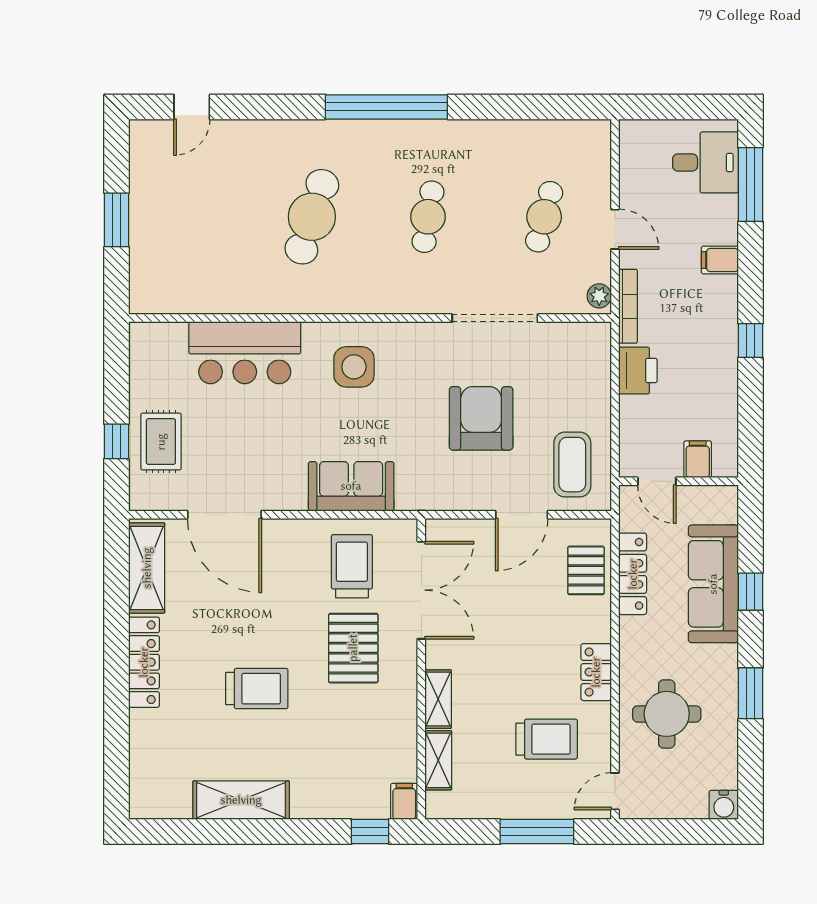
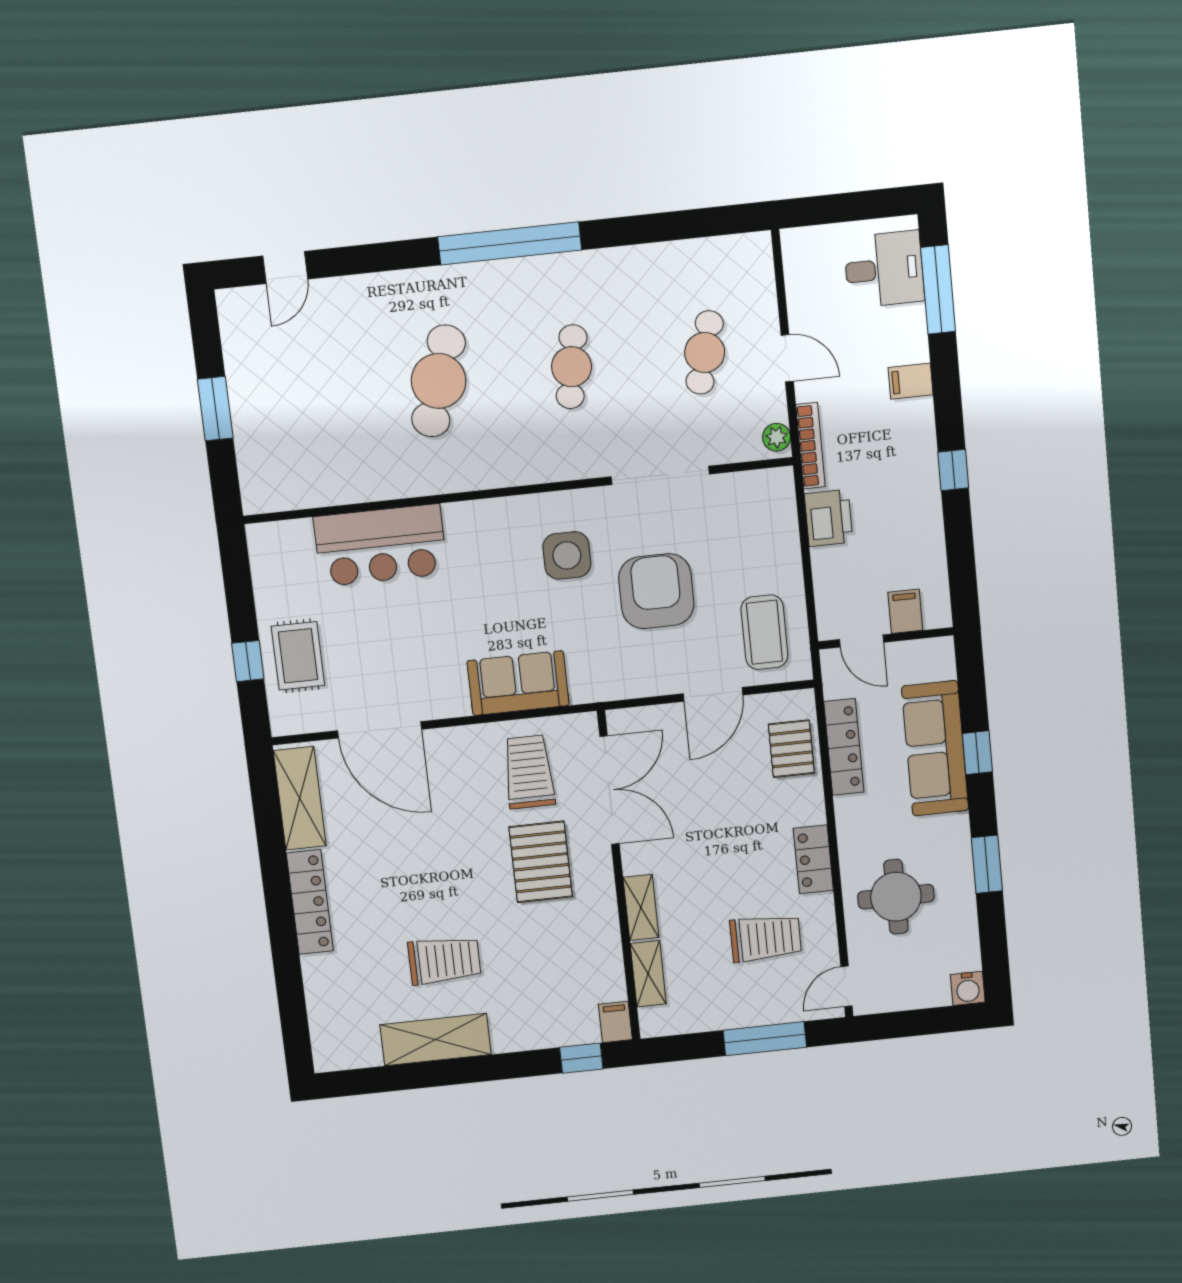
side table: (354, 367) -> (567, 555), moved
trolley: (257, 689) -> (444, 960), moved

